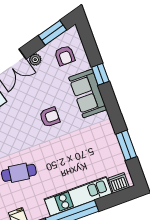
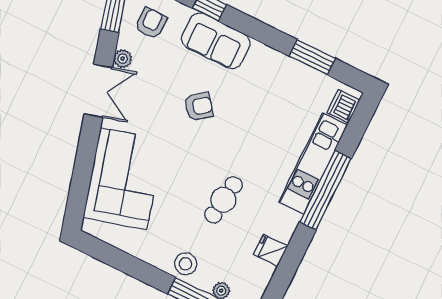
armchair: (65, 56) -> (151, 23), turned -90
armchair: (50, 117) -> (199, 106), turned 52

